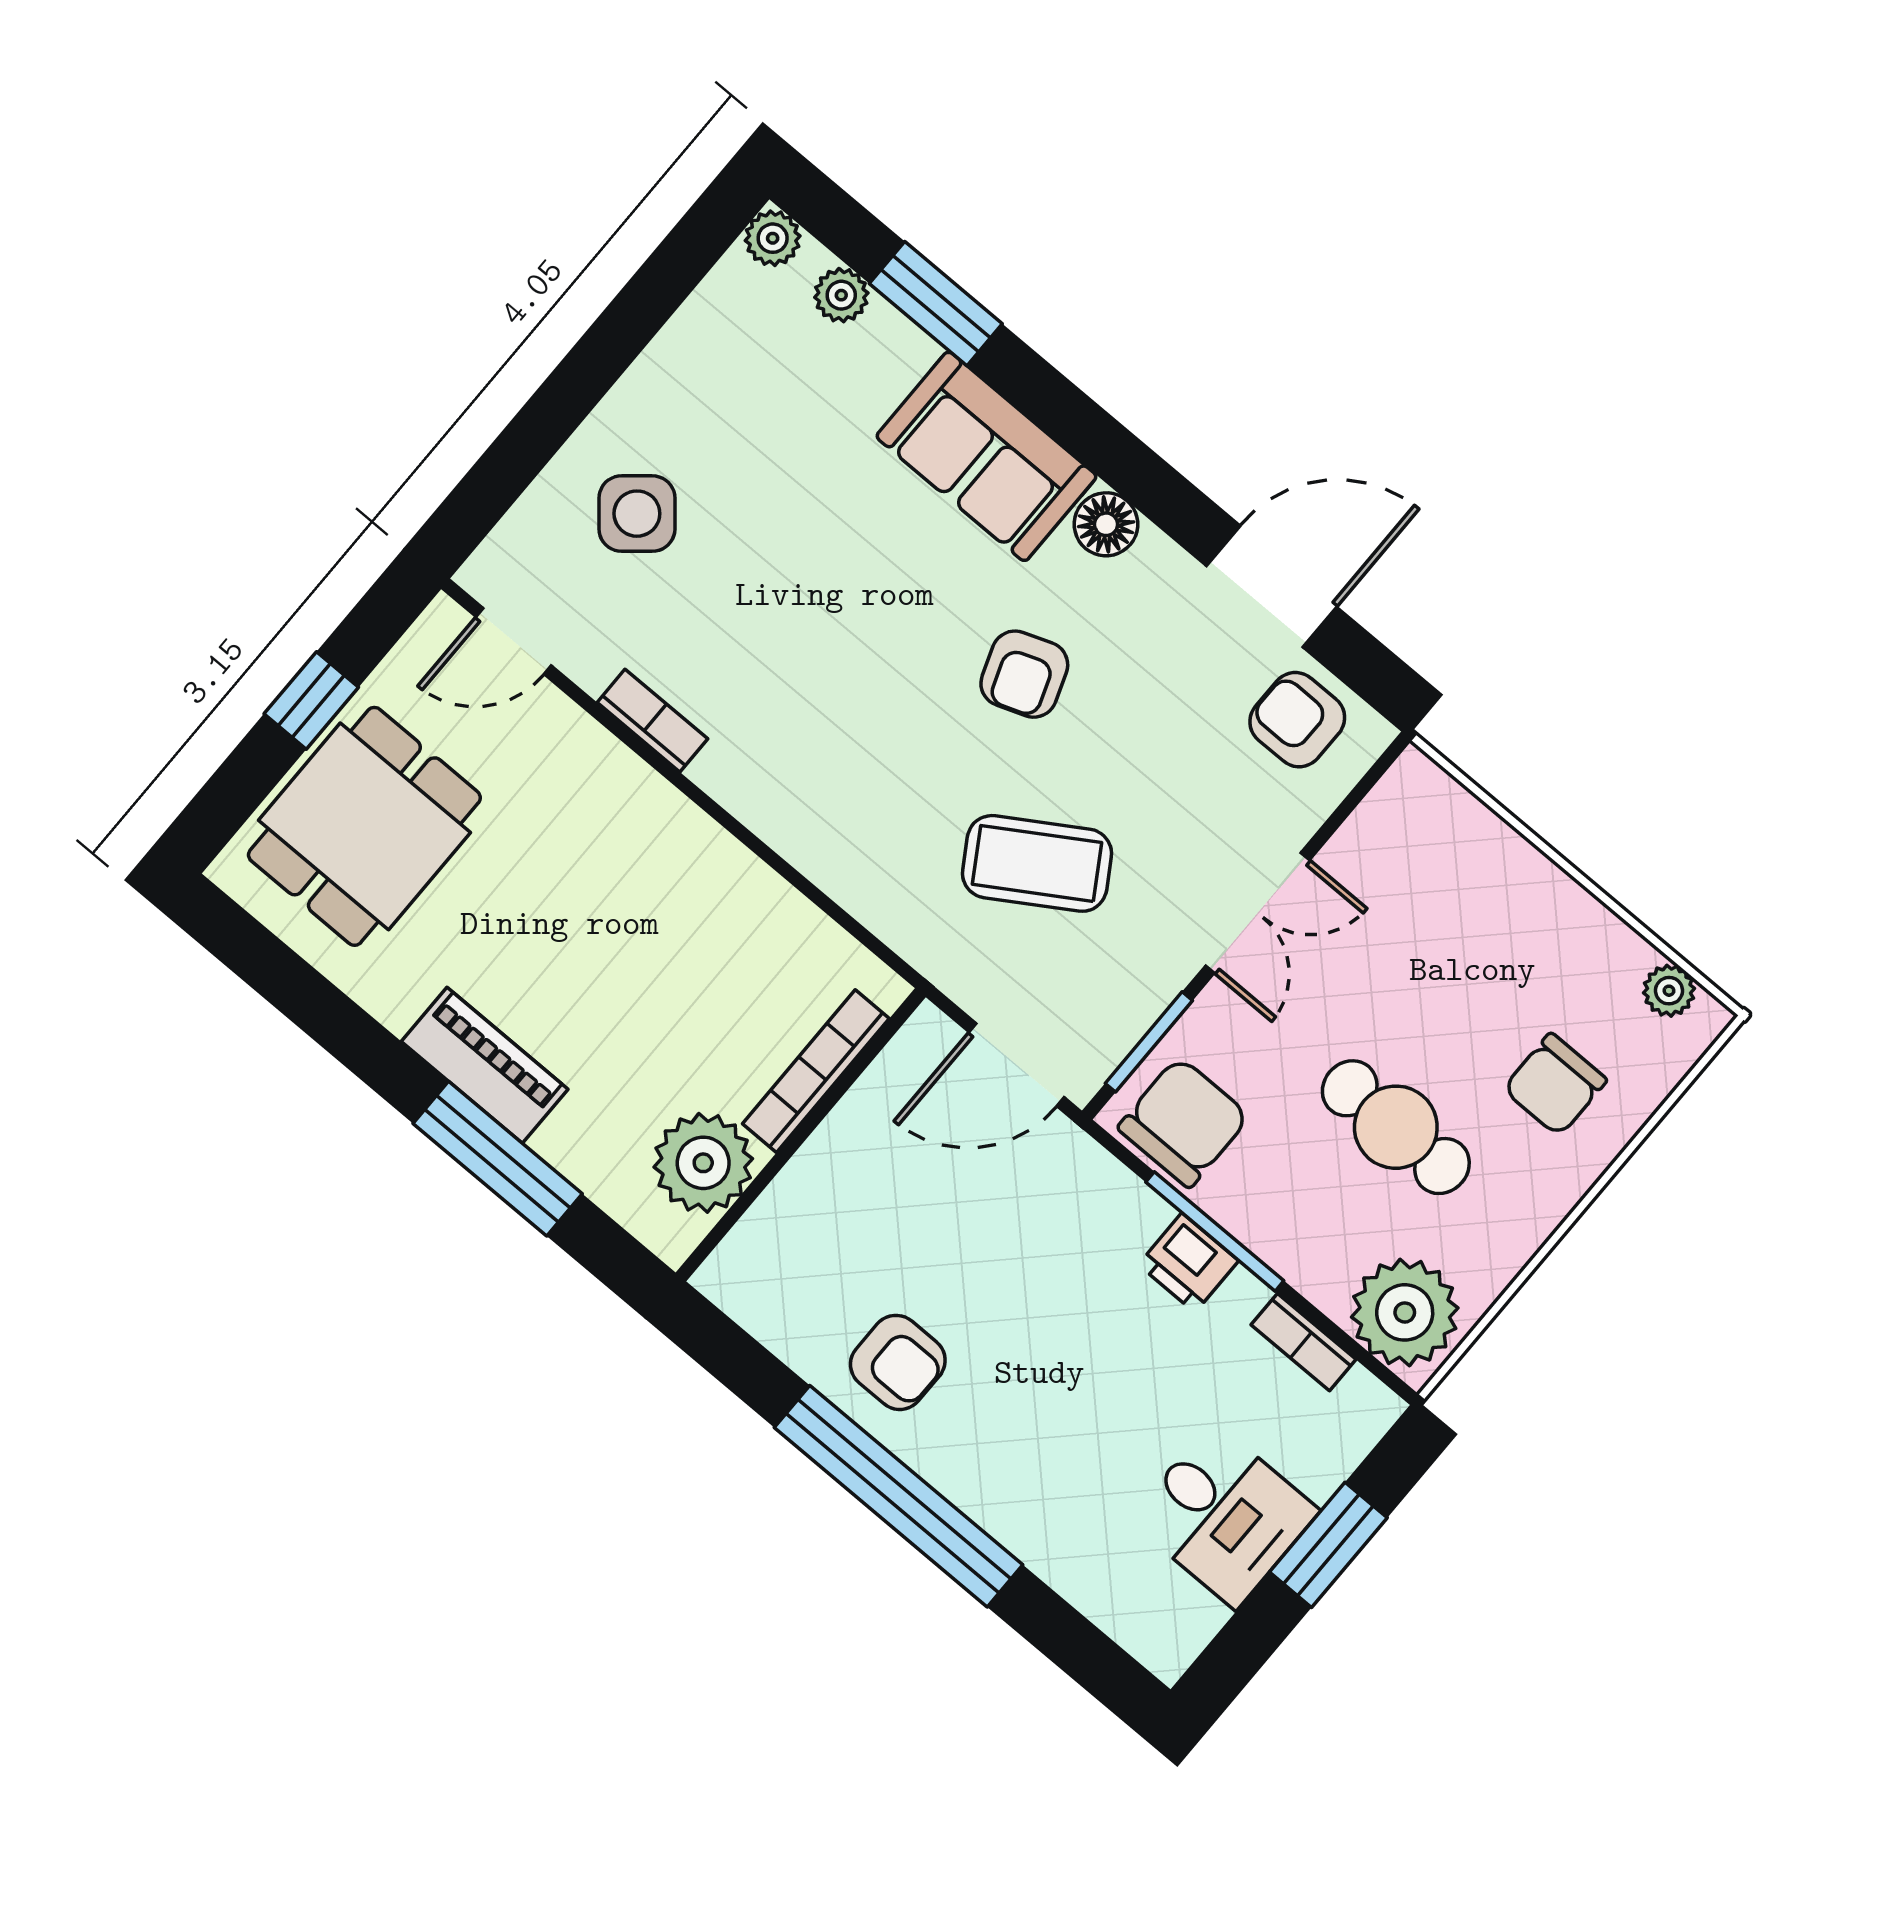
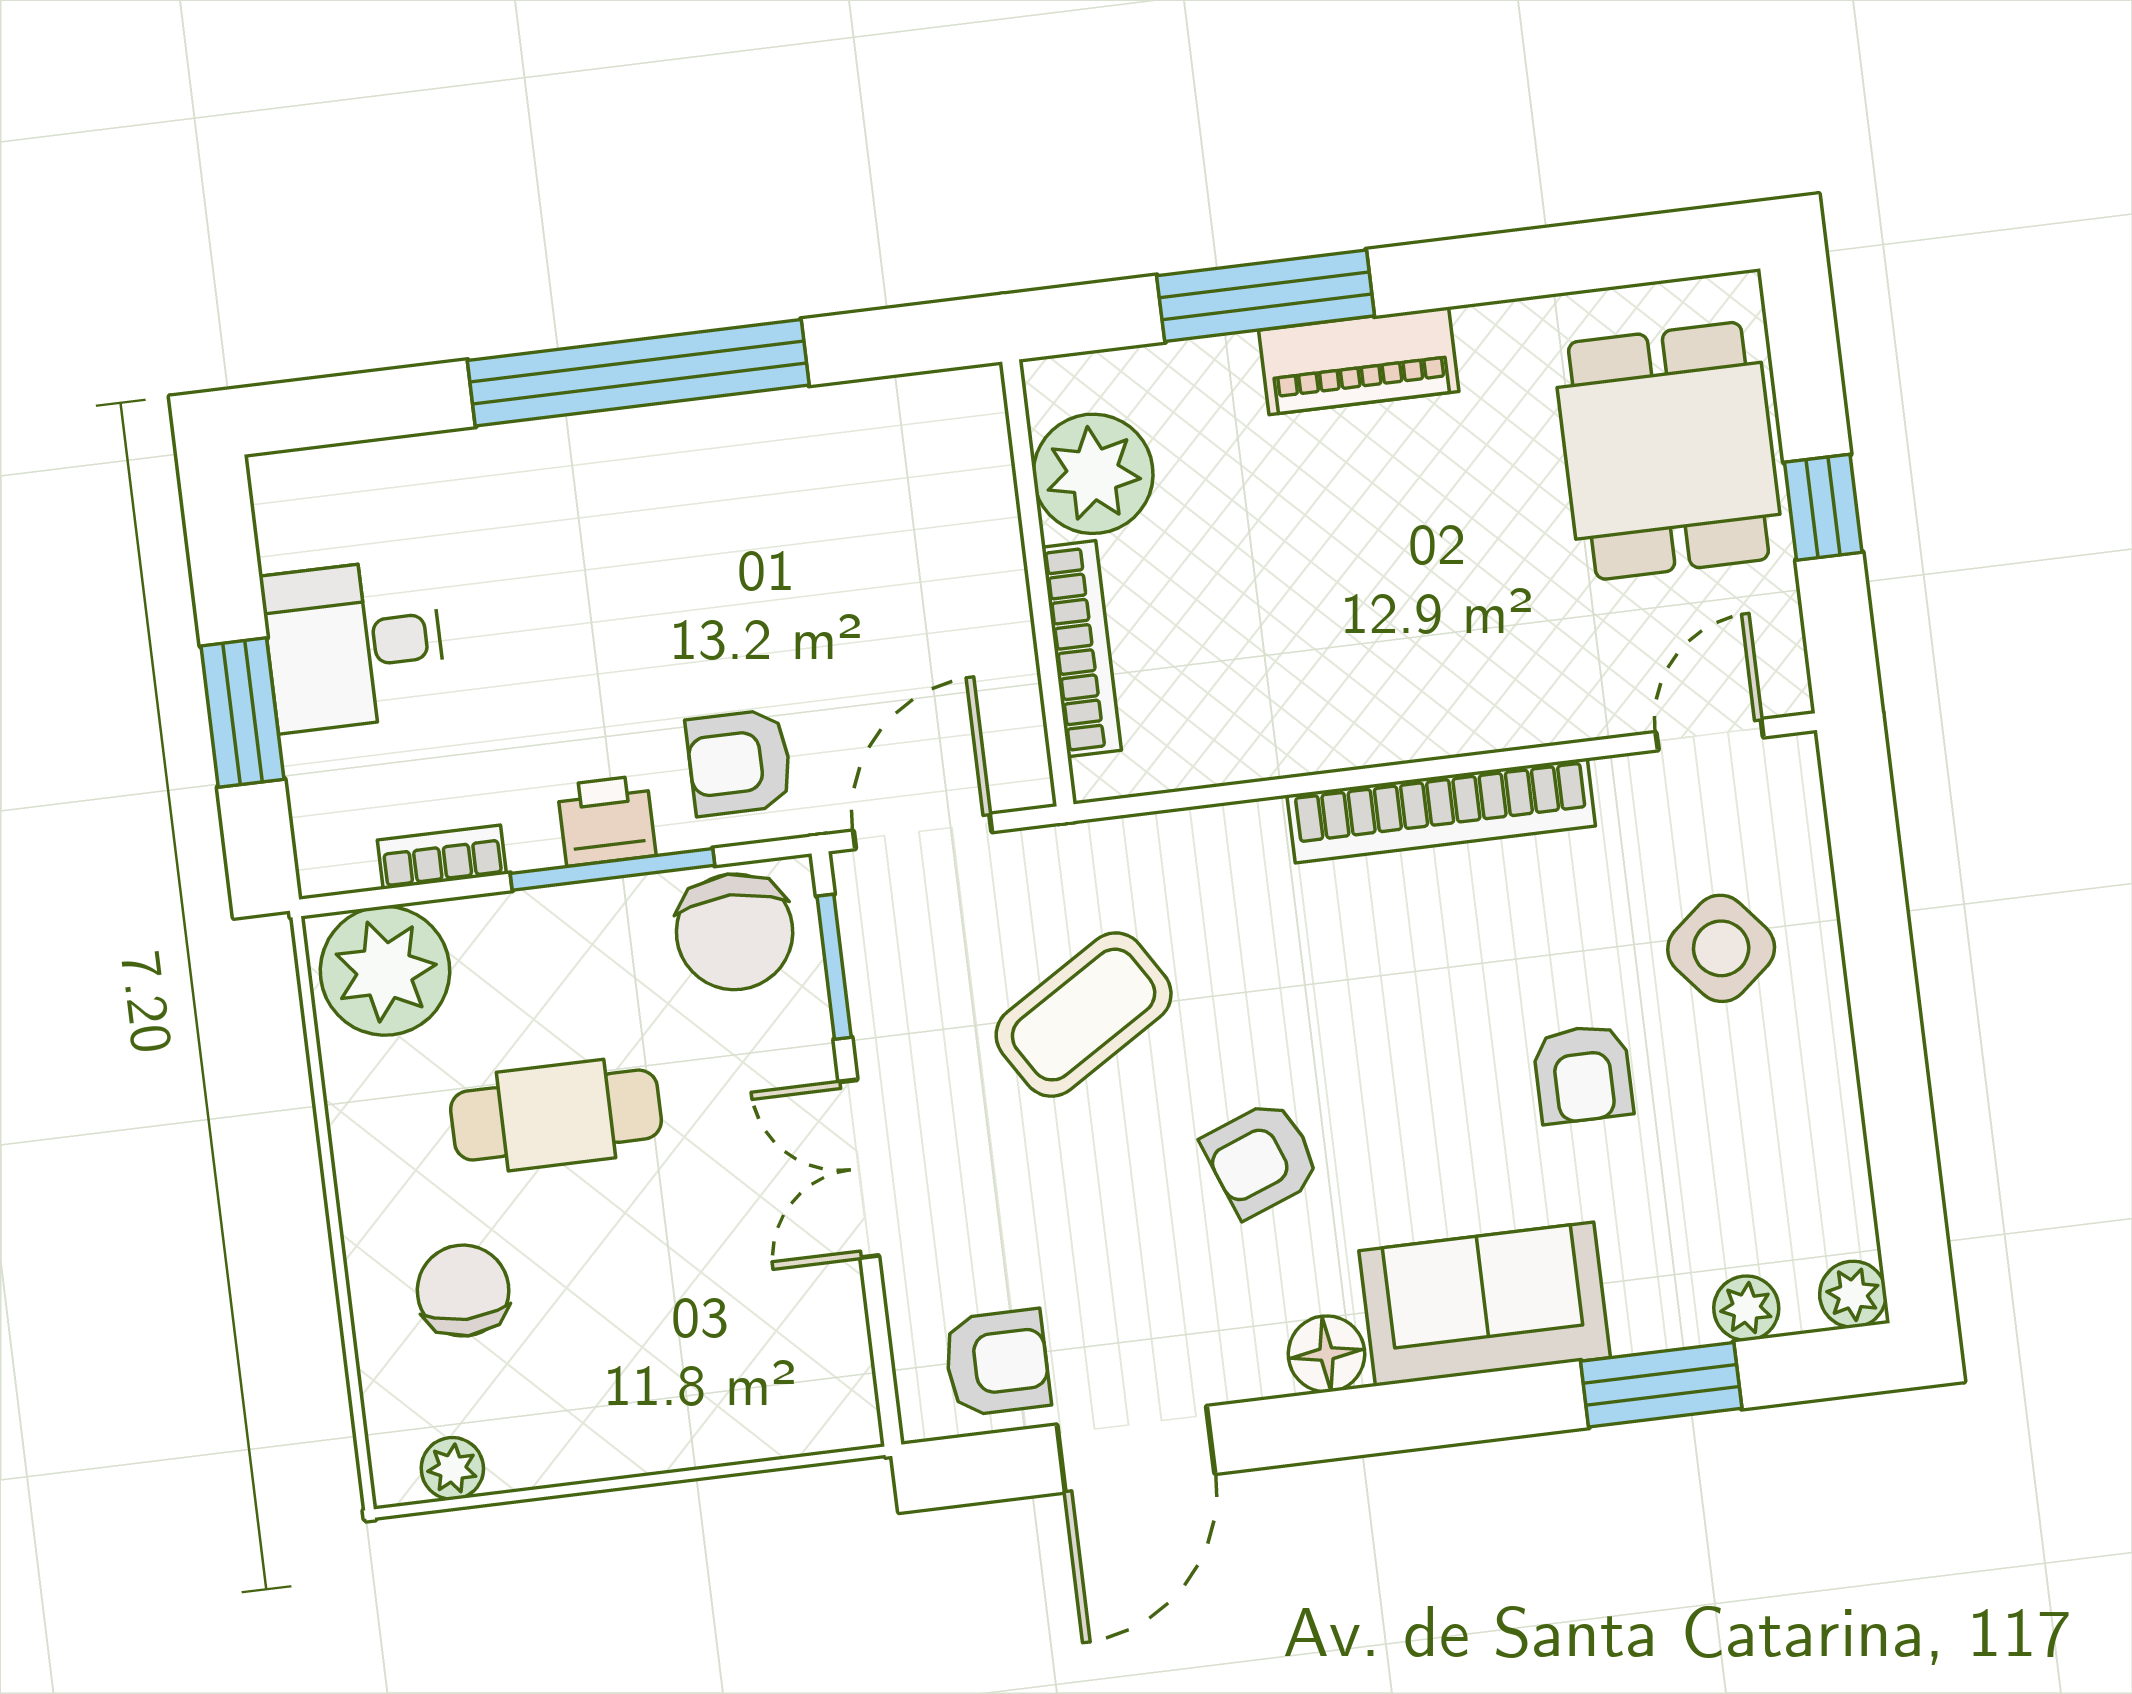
armchair: (791, 527) -> (1583, 1074), added
armchair: (1024, 674) -> (1261, 1159), turned -91
bookcase: (652, 721) -> (1441, 811), width x2.31, depth x1.31
armchair: (898, 1362) -> (739, 762), moved

